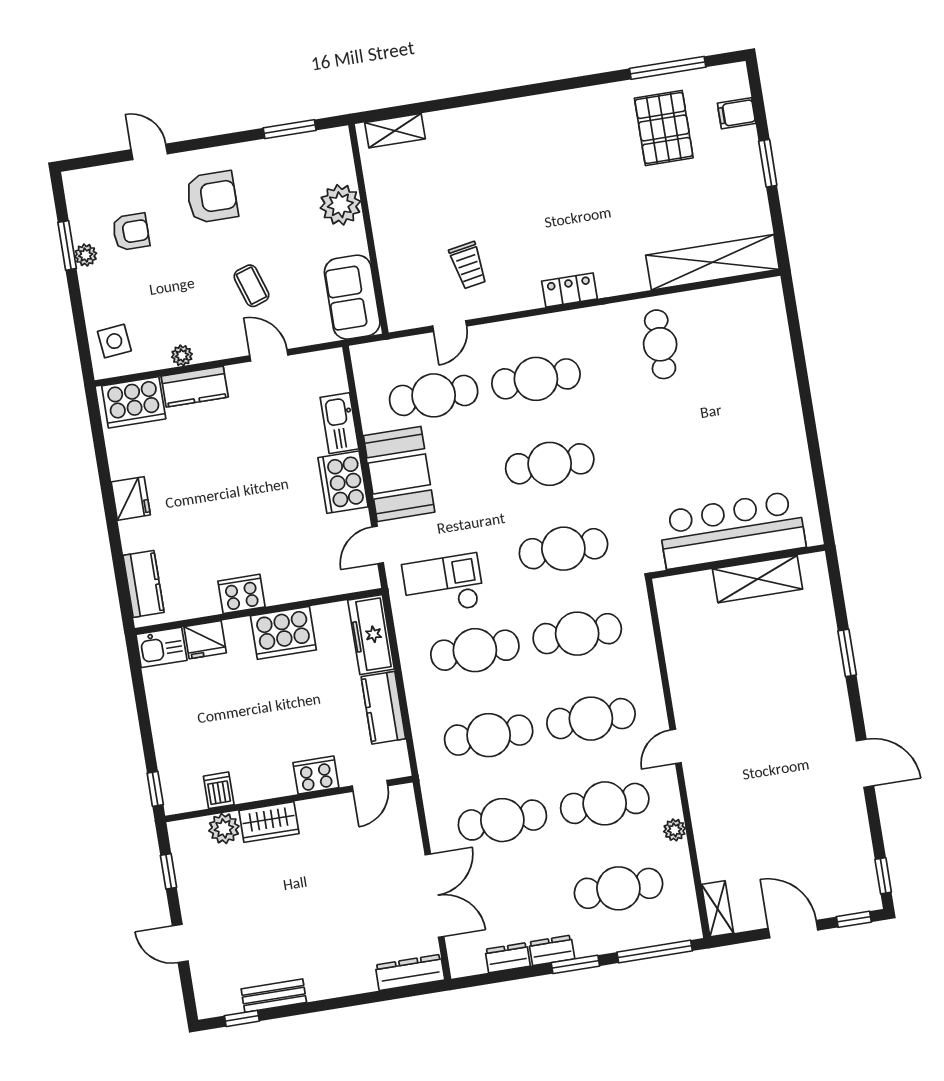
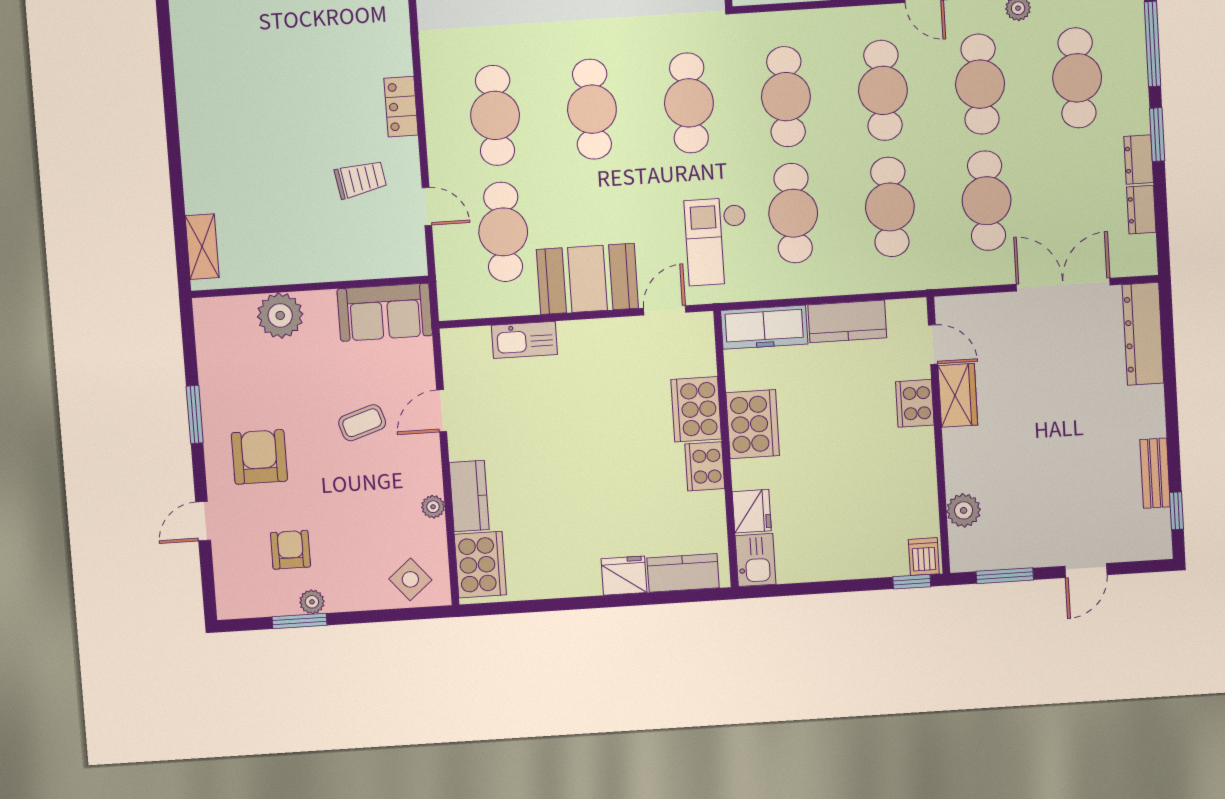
window: (290, 129) -> (195, 414), moved
locker: (569, 290) -> (401, 107), moved
side table: (114, 341) -> (410, 579), turned -34
cooker: (343, 482) -> (696, 409), moved, turned 90
fridge: (131, 498) -> (624, 576), moved
door: (378, 545) -> (665, 310), swing flipped
dishwasher: (219, 790) -> (924, 557), moved, turned 90
wardrobe: (269, 822) -> (958, 395), moved
window: (169, 871) -> (1005, 576), width x1.50
dresser: (410, 972) -> (1143, 334), width x1.37, depth x1.24

